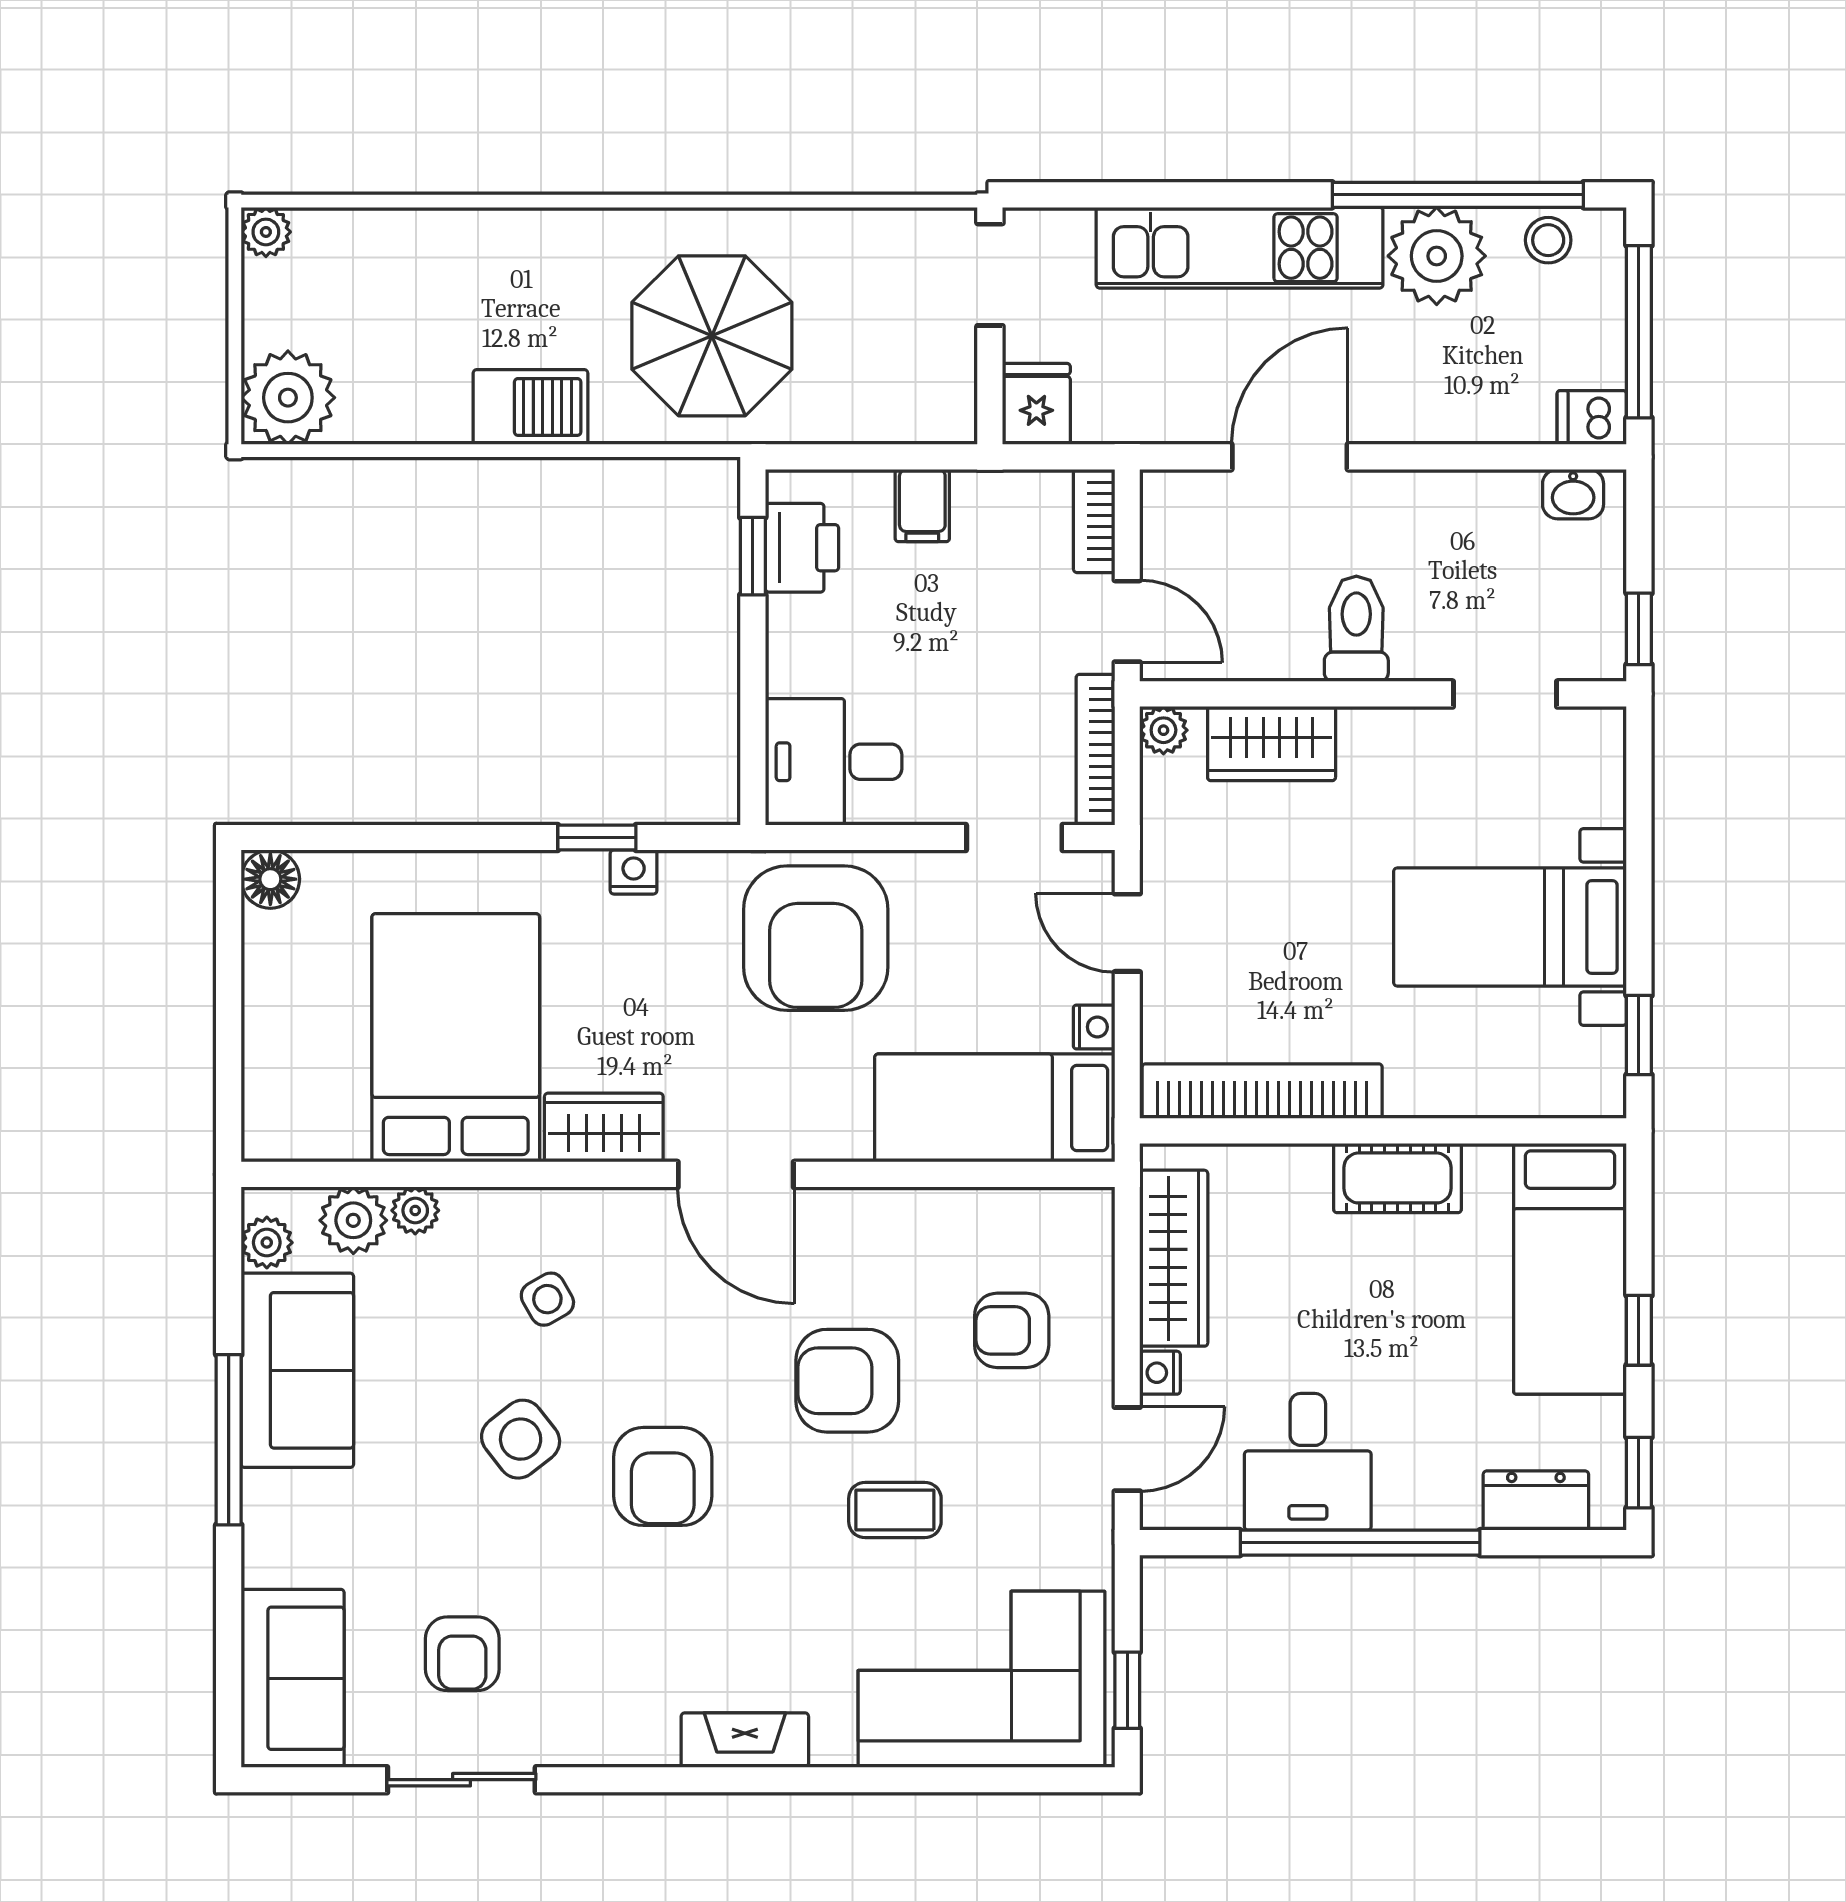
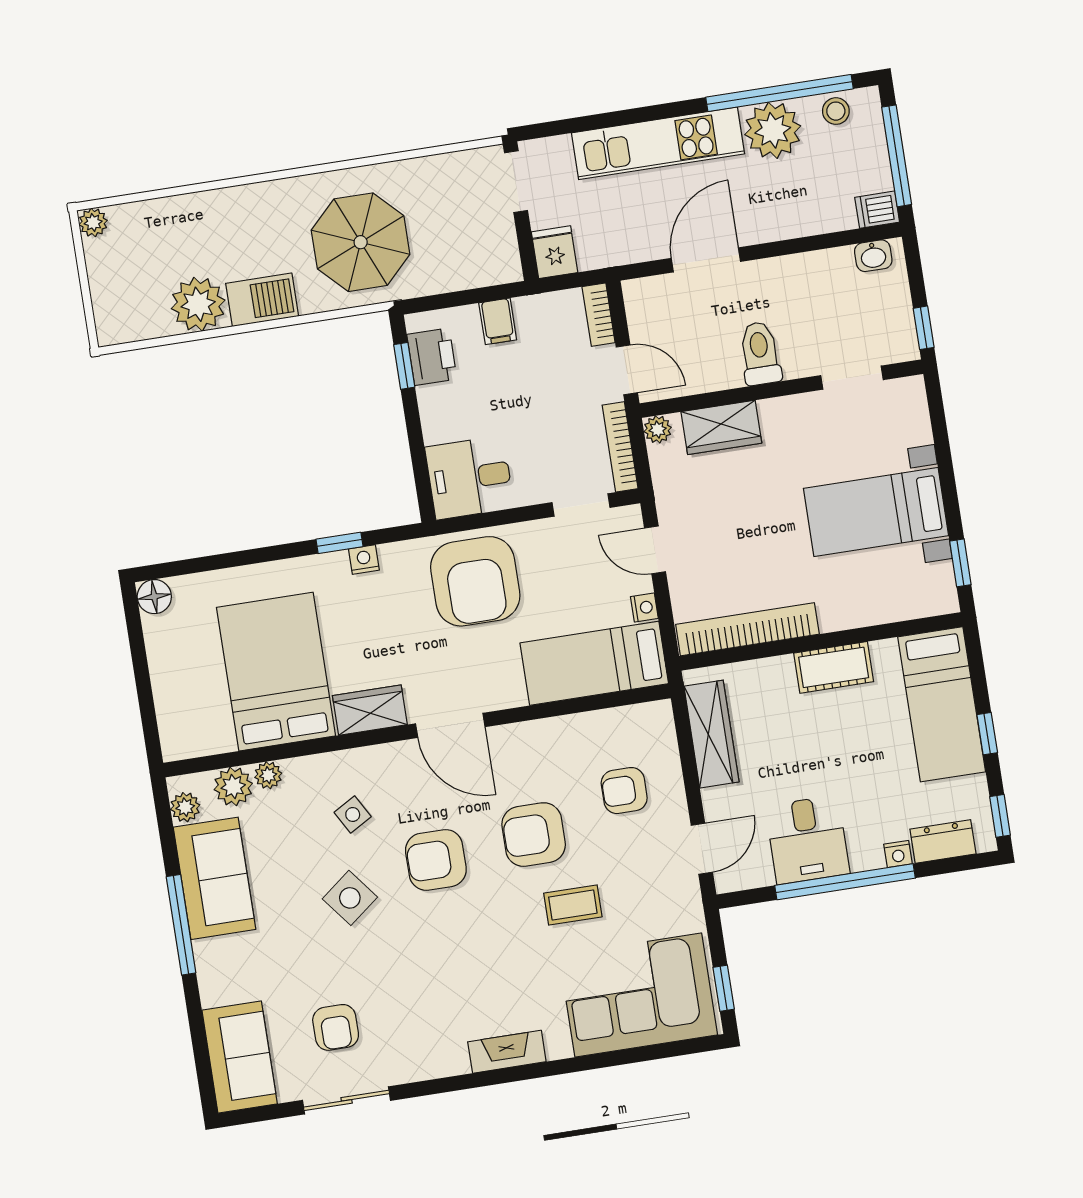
plant: (288, 398) -> (198, 304), moved
nightstand: (1160, 1373) -> (898, 854), moved, turned -90
armchair: (663, 1476) -> (436, 860), moved, turned 90

